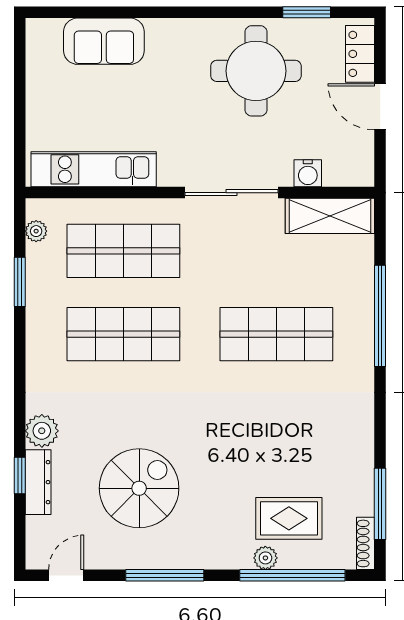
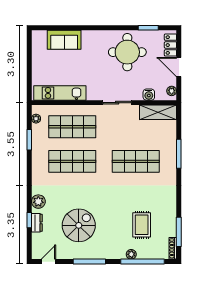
plant: (363, 164) -> (172, 91), added
sliding door: (231, 193) -> (117, 103), width x0.73
window: (380, 316) -> (179, 154), width x0.68
dresser: (38, 482) -> (37, 223), width x0.70
rug: (289, 518) -> (142, 225), moved, turned 90

